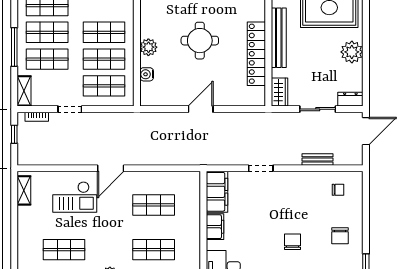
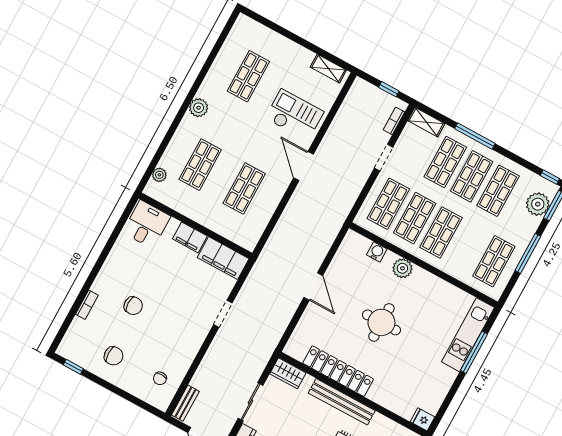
bench: (317, 159) -> (185, 403), moved
checkout: (75, 197) -> (294, 115), turned 90
chair: (340, 236) -> (114, 356), turned 180

